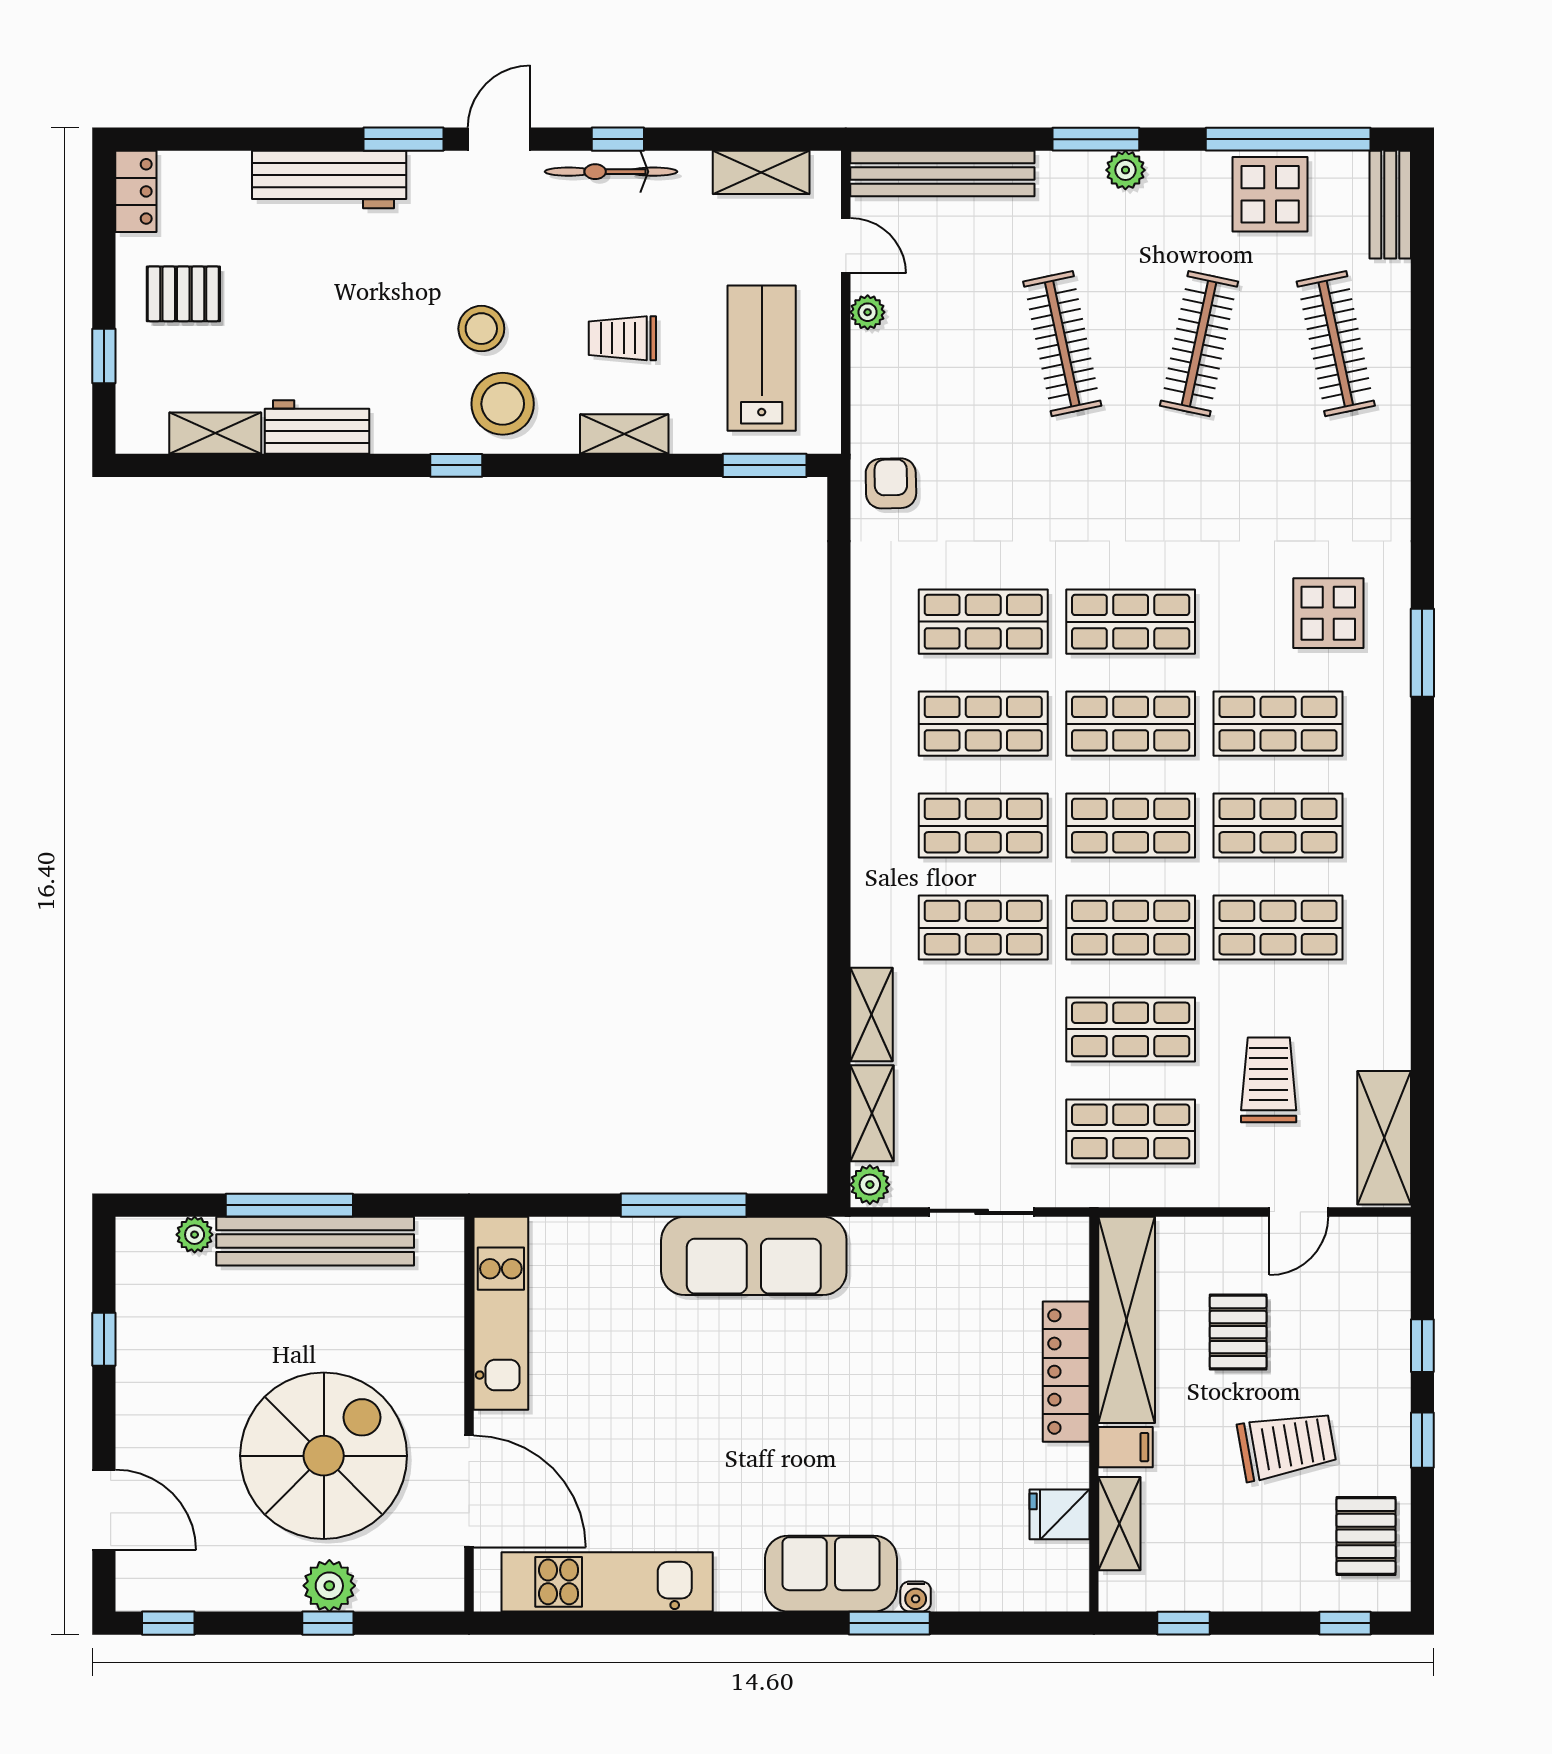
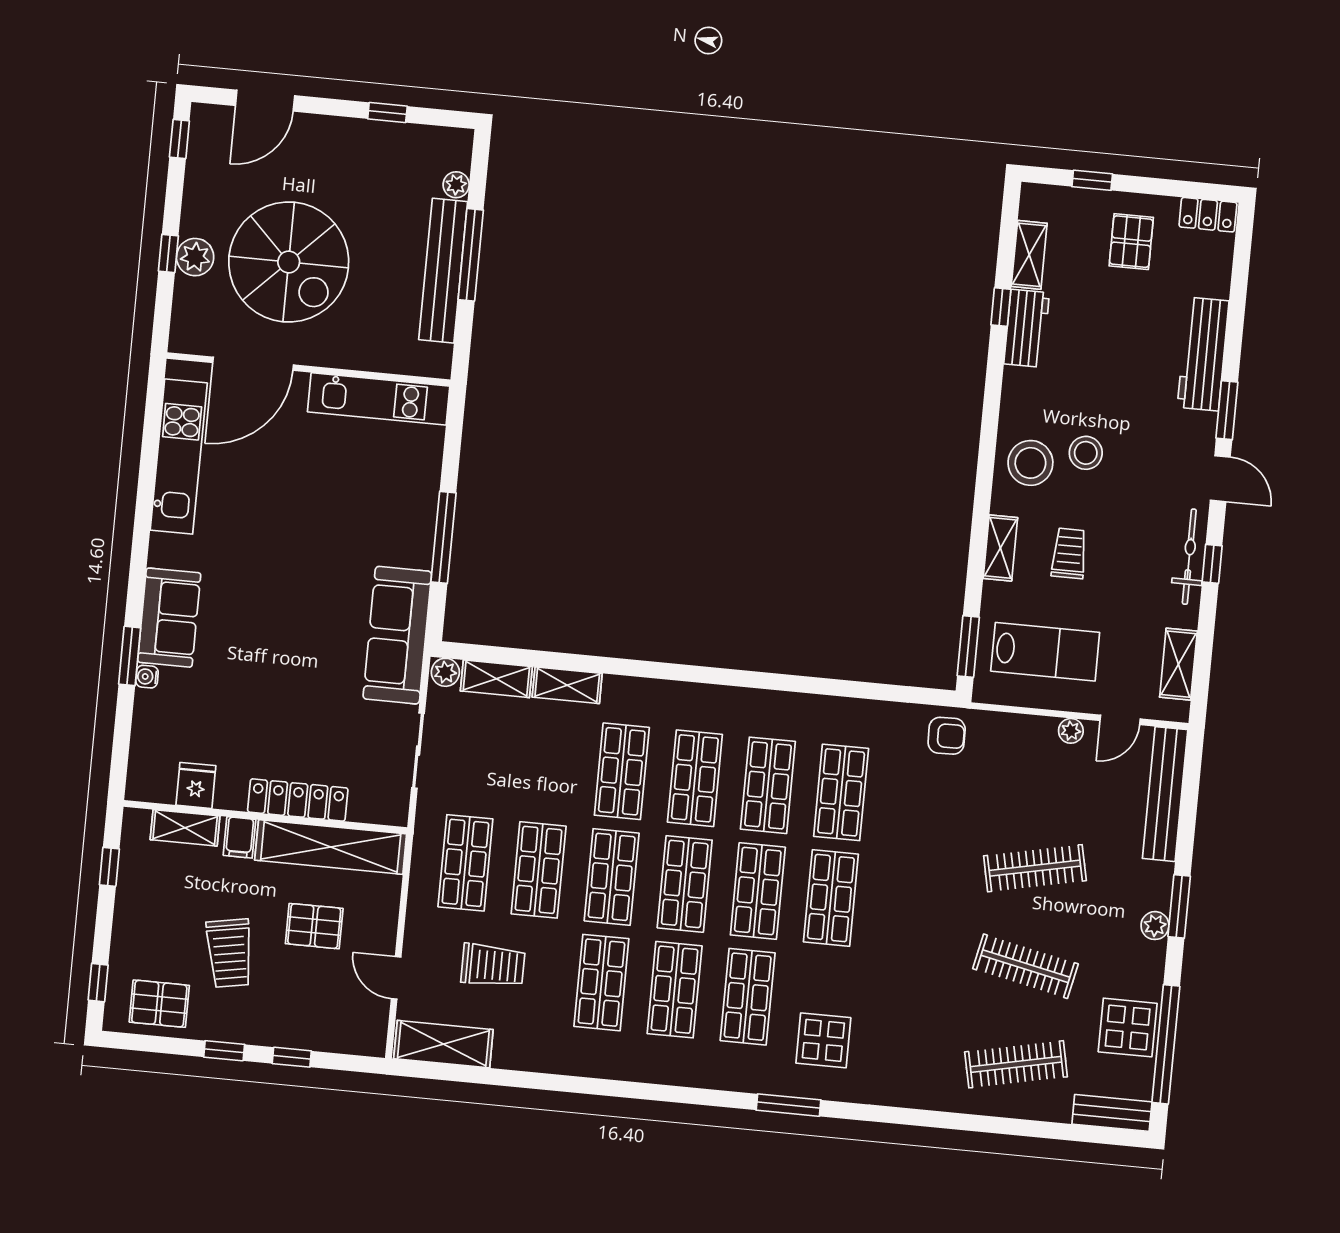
window: (456, 465) -> (1001, 307), moved
sofa: (754, 1256) -> (397, 635), moved

